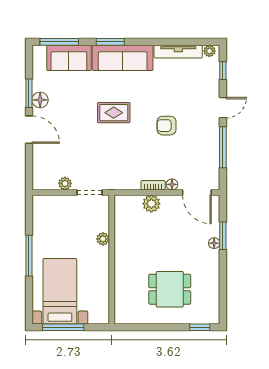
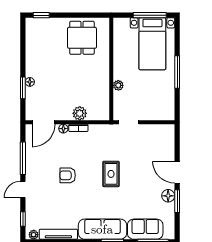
rug: (114, 113) -> (111, 174), moved, turned 90
armchair: (166, 126) -> (68, 175), turned 180
plant: (65, 183) -> (148, 129), removed
door: (197, 192) -> (44, 122), swing flipped
dining table: (170, 289) -> (82, 38), moved, turned 90

